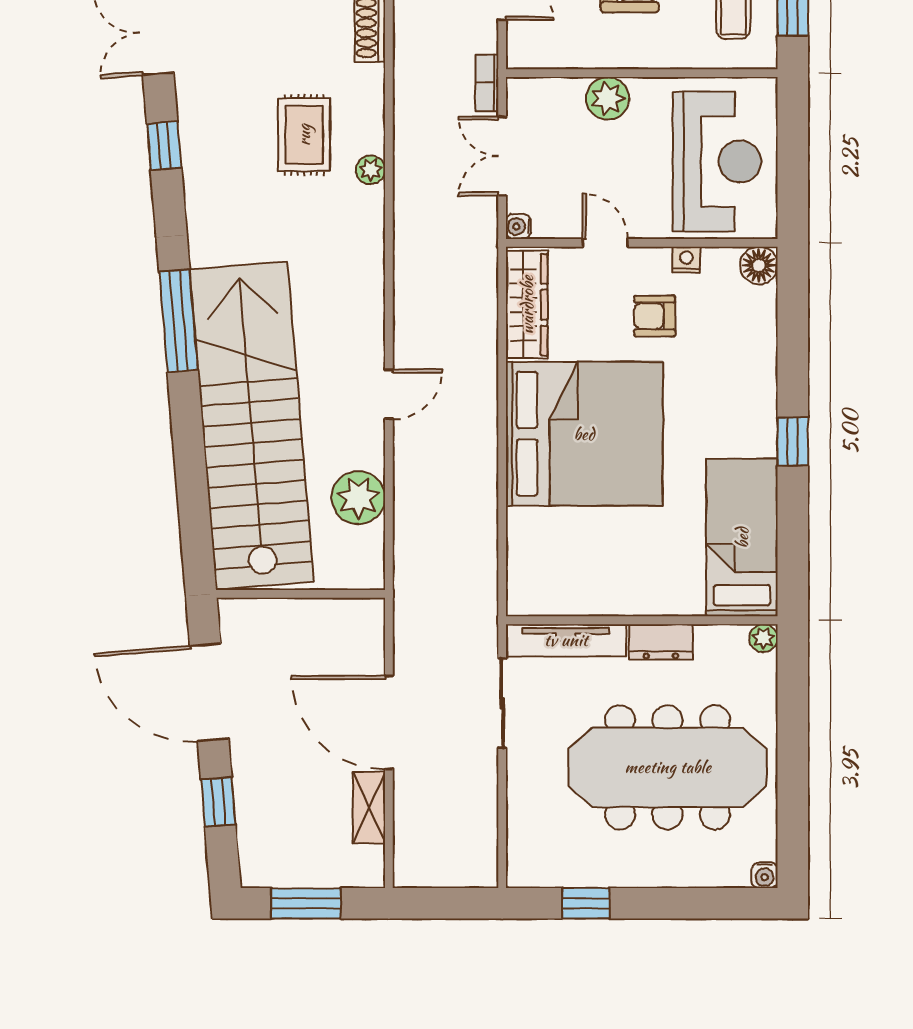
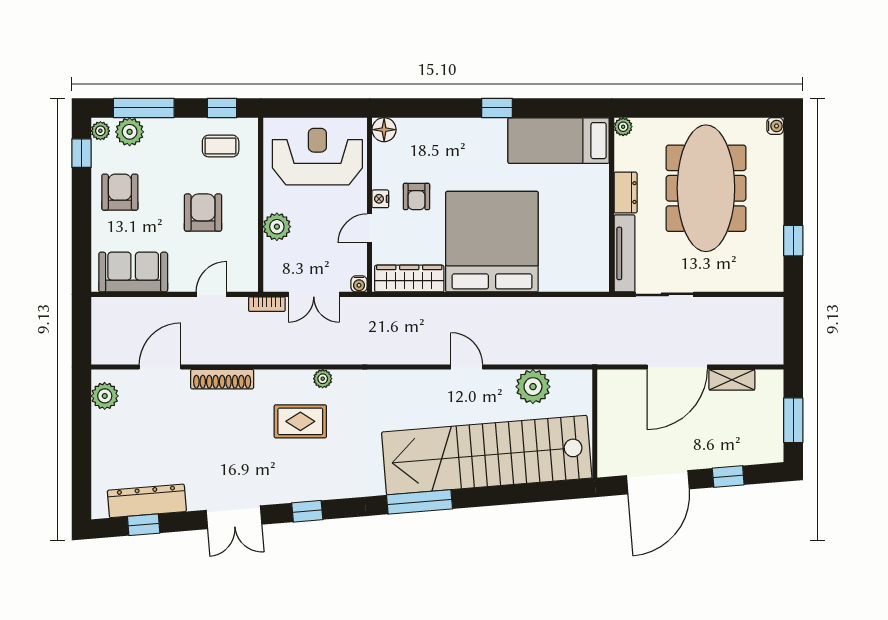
nightstand: (686, 260) -> (380, 199), moved

